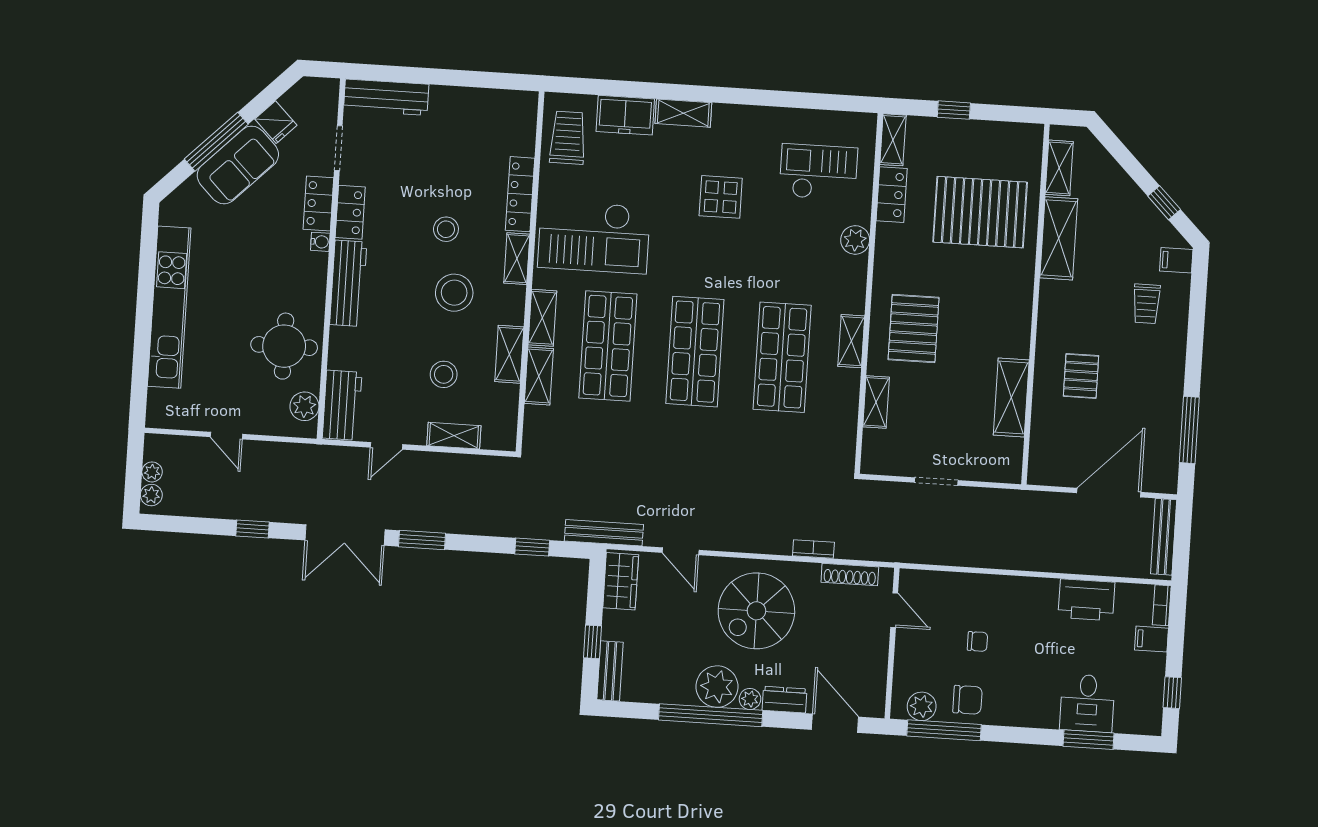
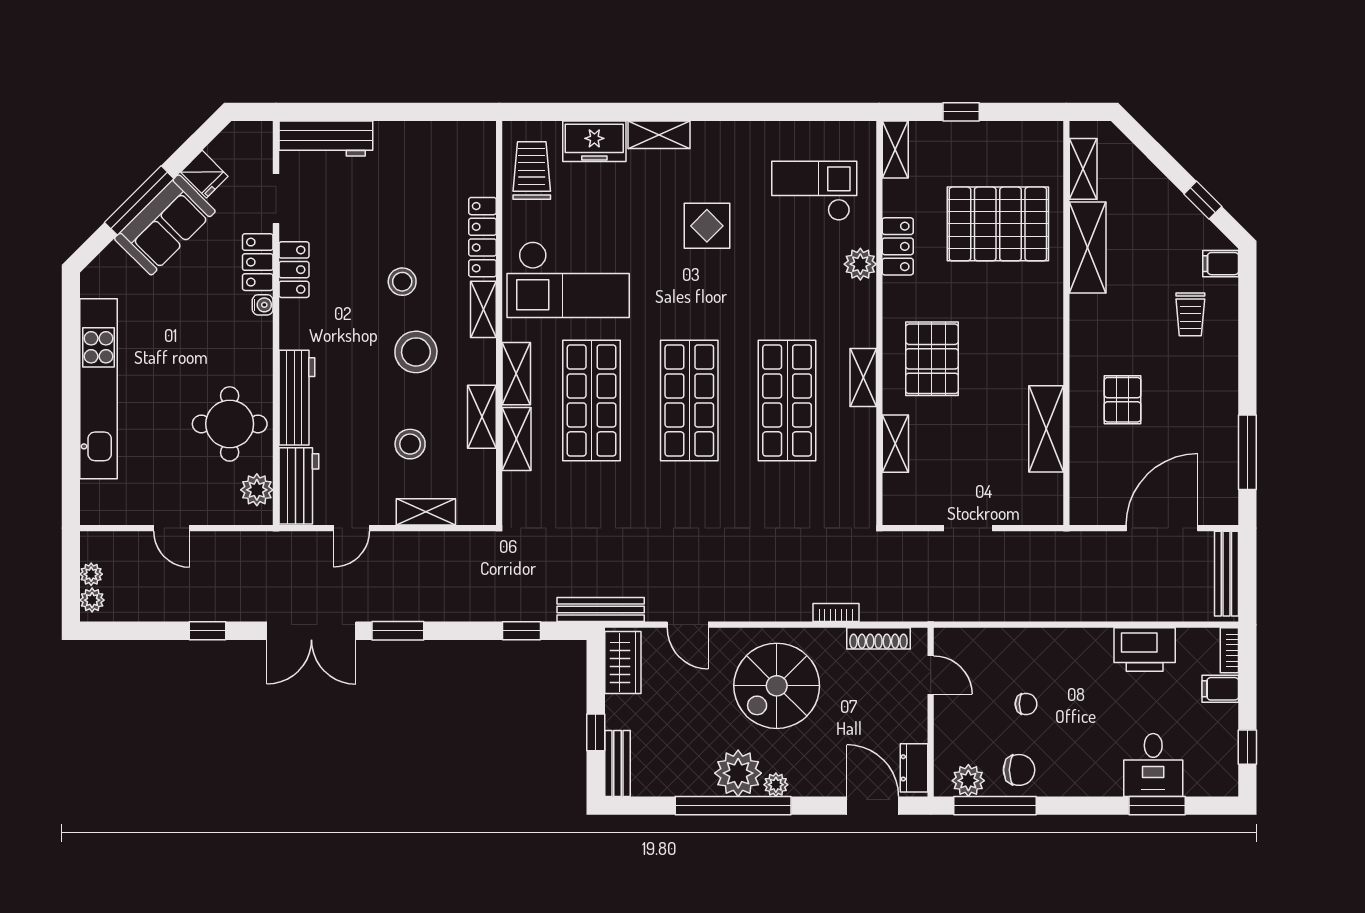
locker: (892, 195) -> (898, 246), moved
workbench: (348, 283) -> (297, 398), moved
dresser: (784, 700) -> (914, 768), moved, turned -90

